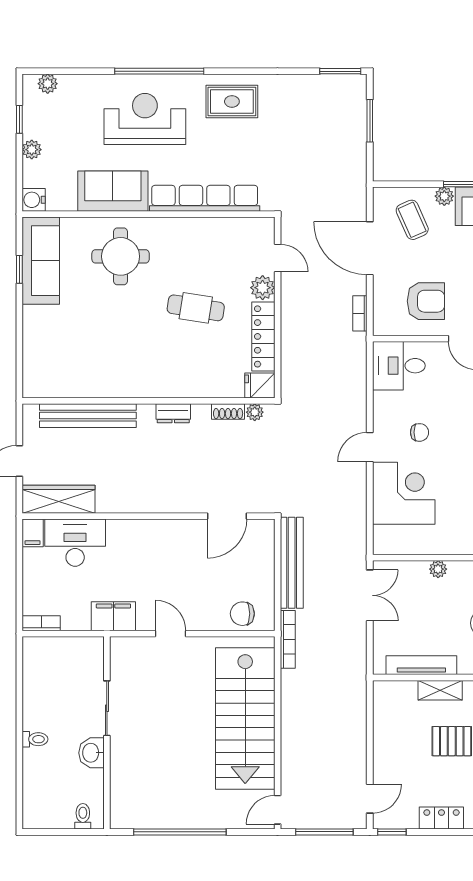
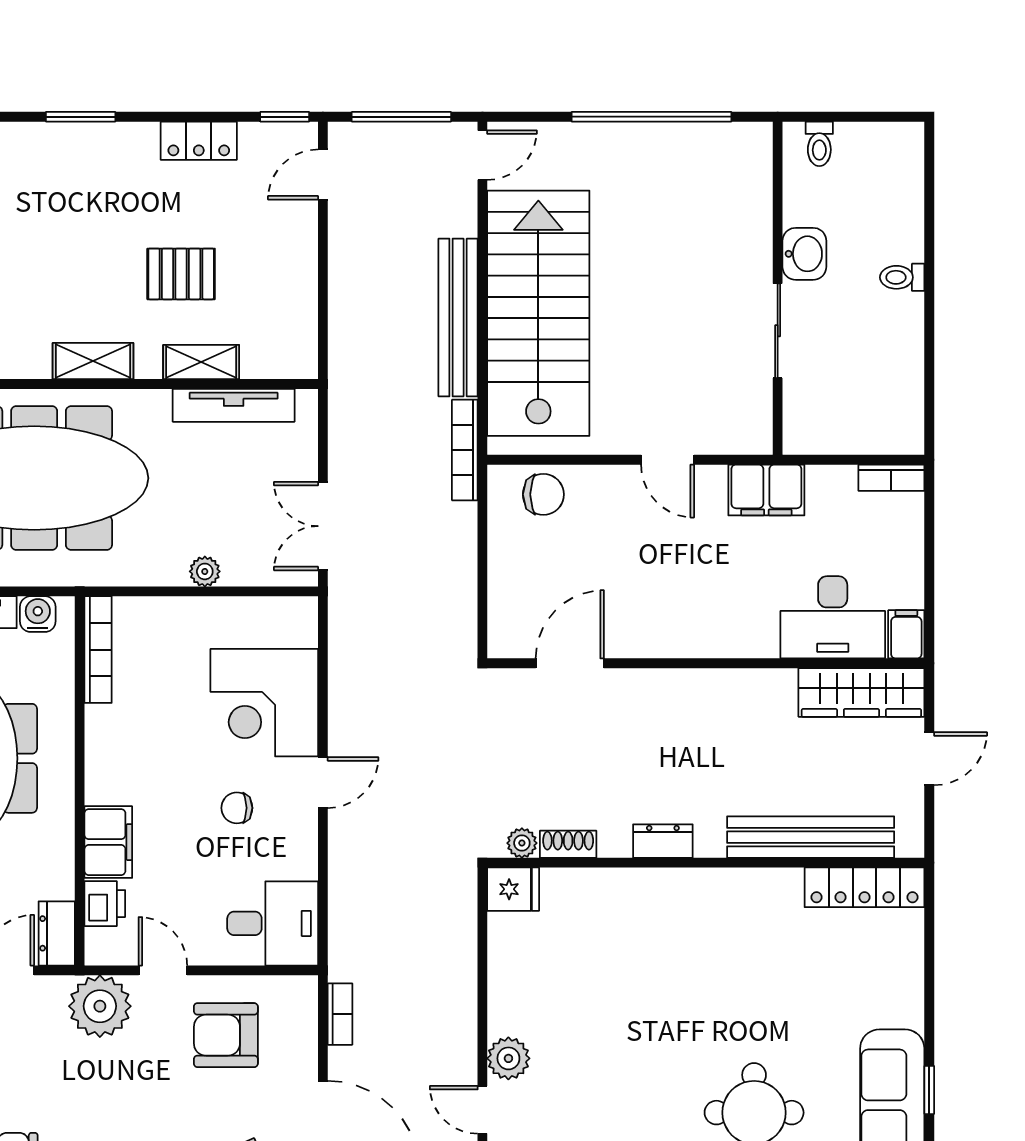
cafe table: (196, 308) -> (624, 1024), removed
locker: (263, 336) -> (865, 887), moved, turned 90
bench: (292, 563) -> (458, 318), moved

